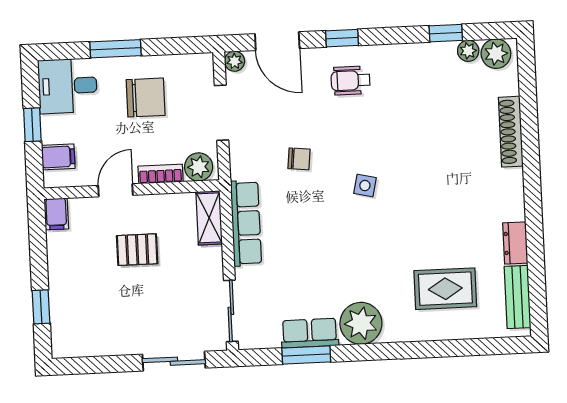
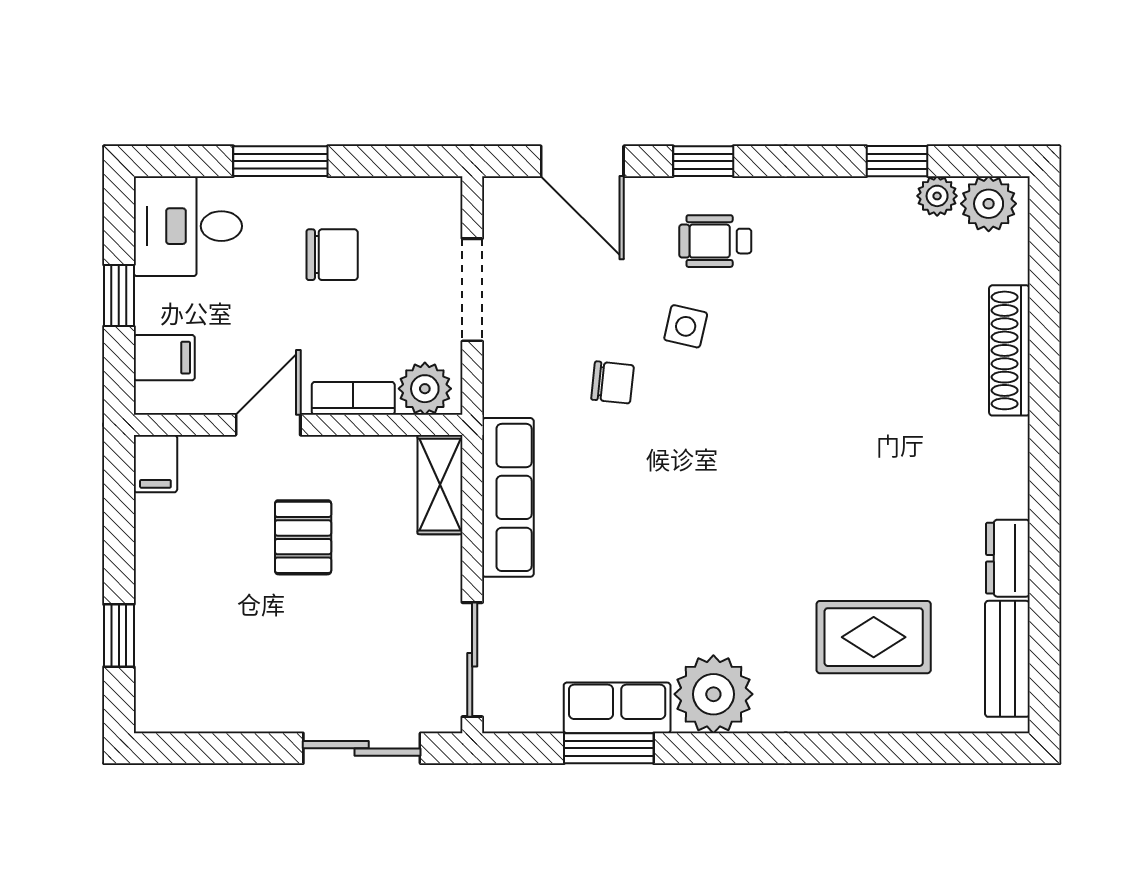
plant: (235, 61) -> (501, 195), removed
chair: (146, 97) -> (332, 255), width x0.73, depth x0.73
side table: (365, 186) -> (686, 326), moved
pallet: (137, 250) -> (303, 537), turned 90

